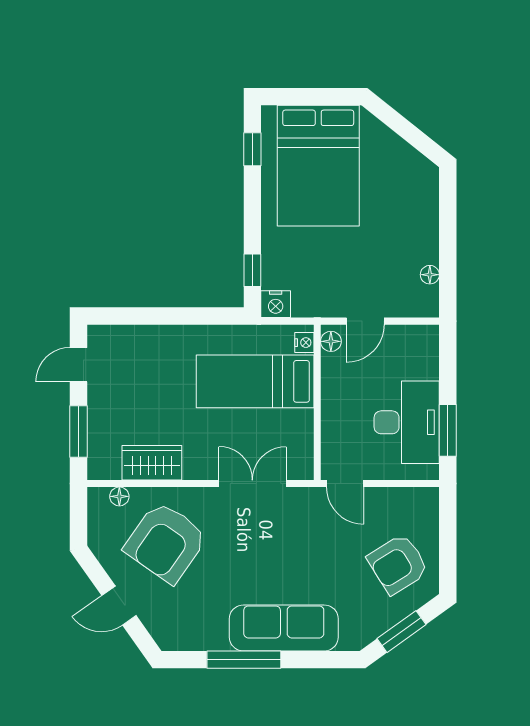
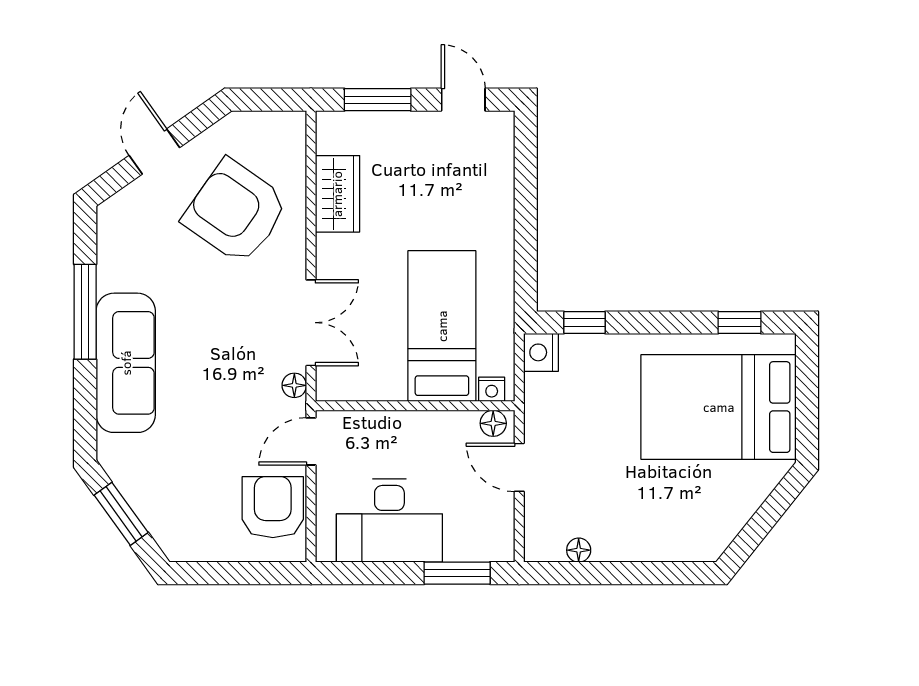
window: (448, 430) -> (457, 573), moved
floor lamp: (119, 496) -> (294, 385), moved
armchair: (398, 564) -> (273, 507), moved, turned 32

